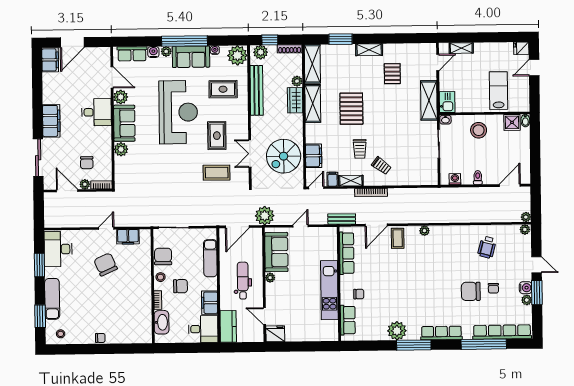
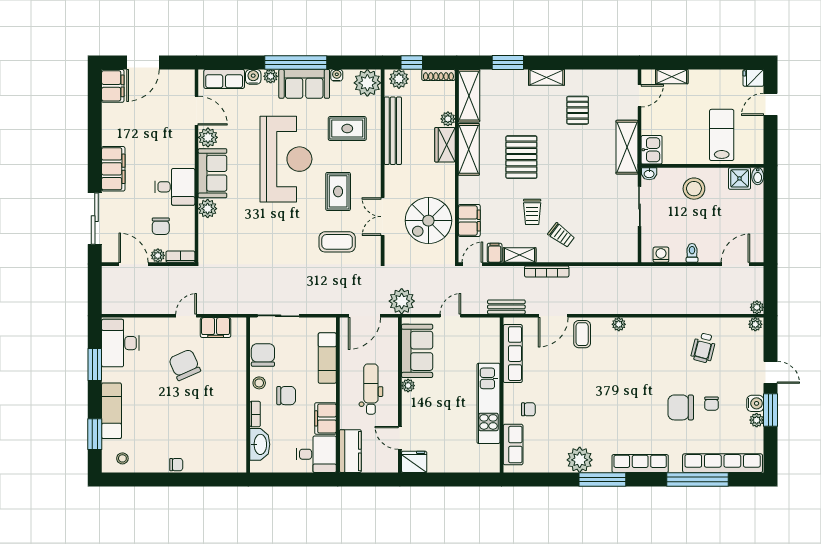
desk: (96, 112) -> (175, 187), moved

